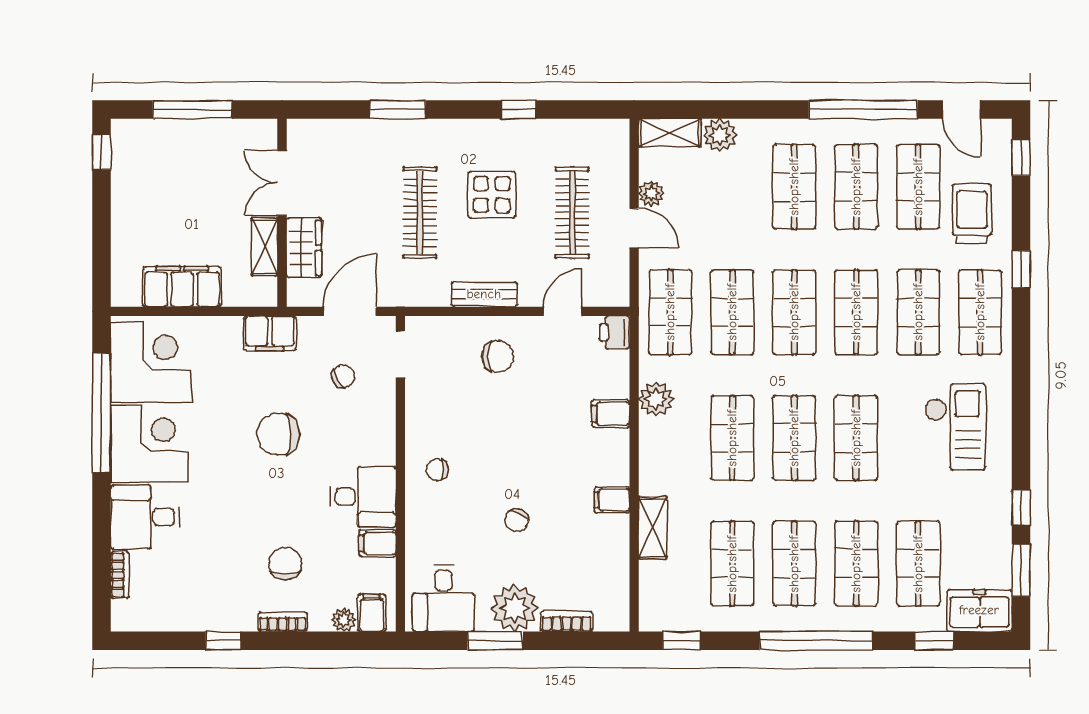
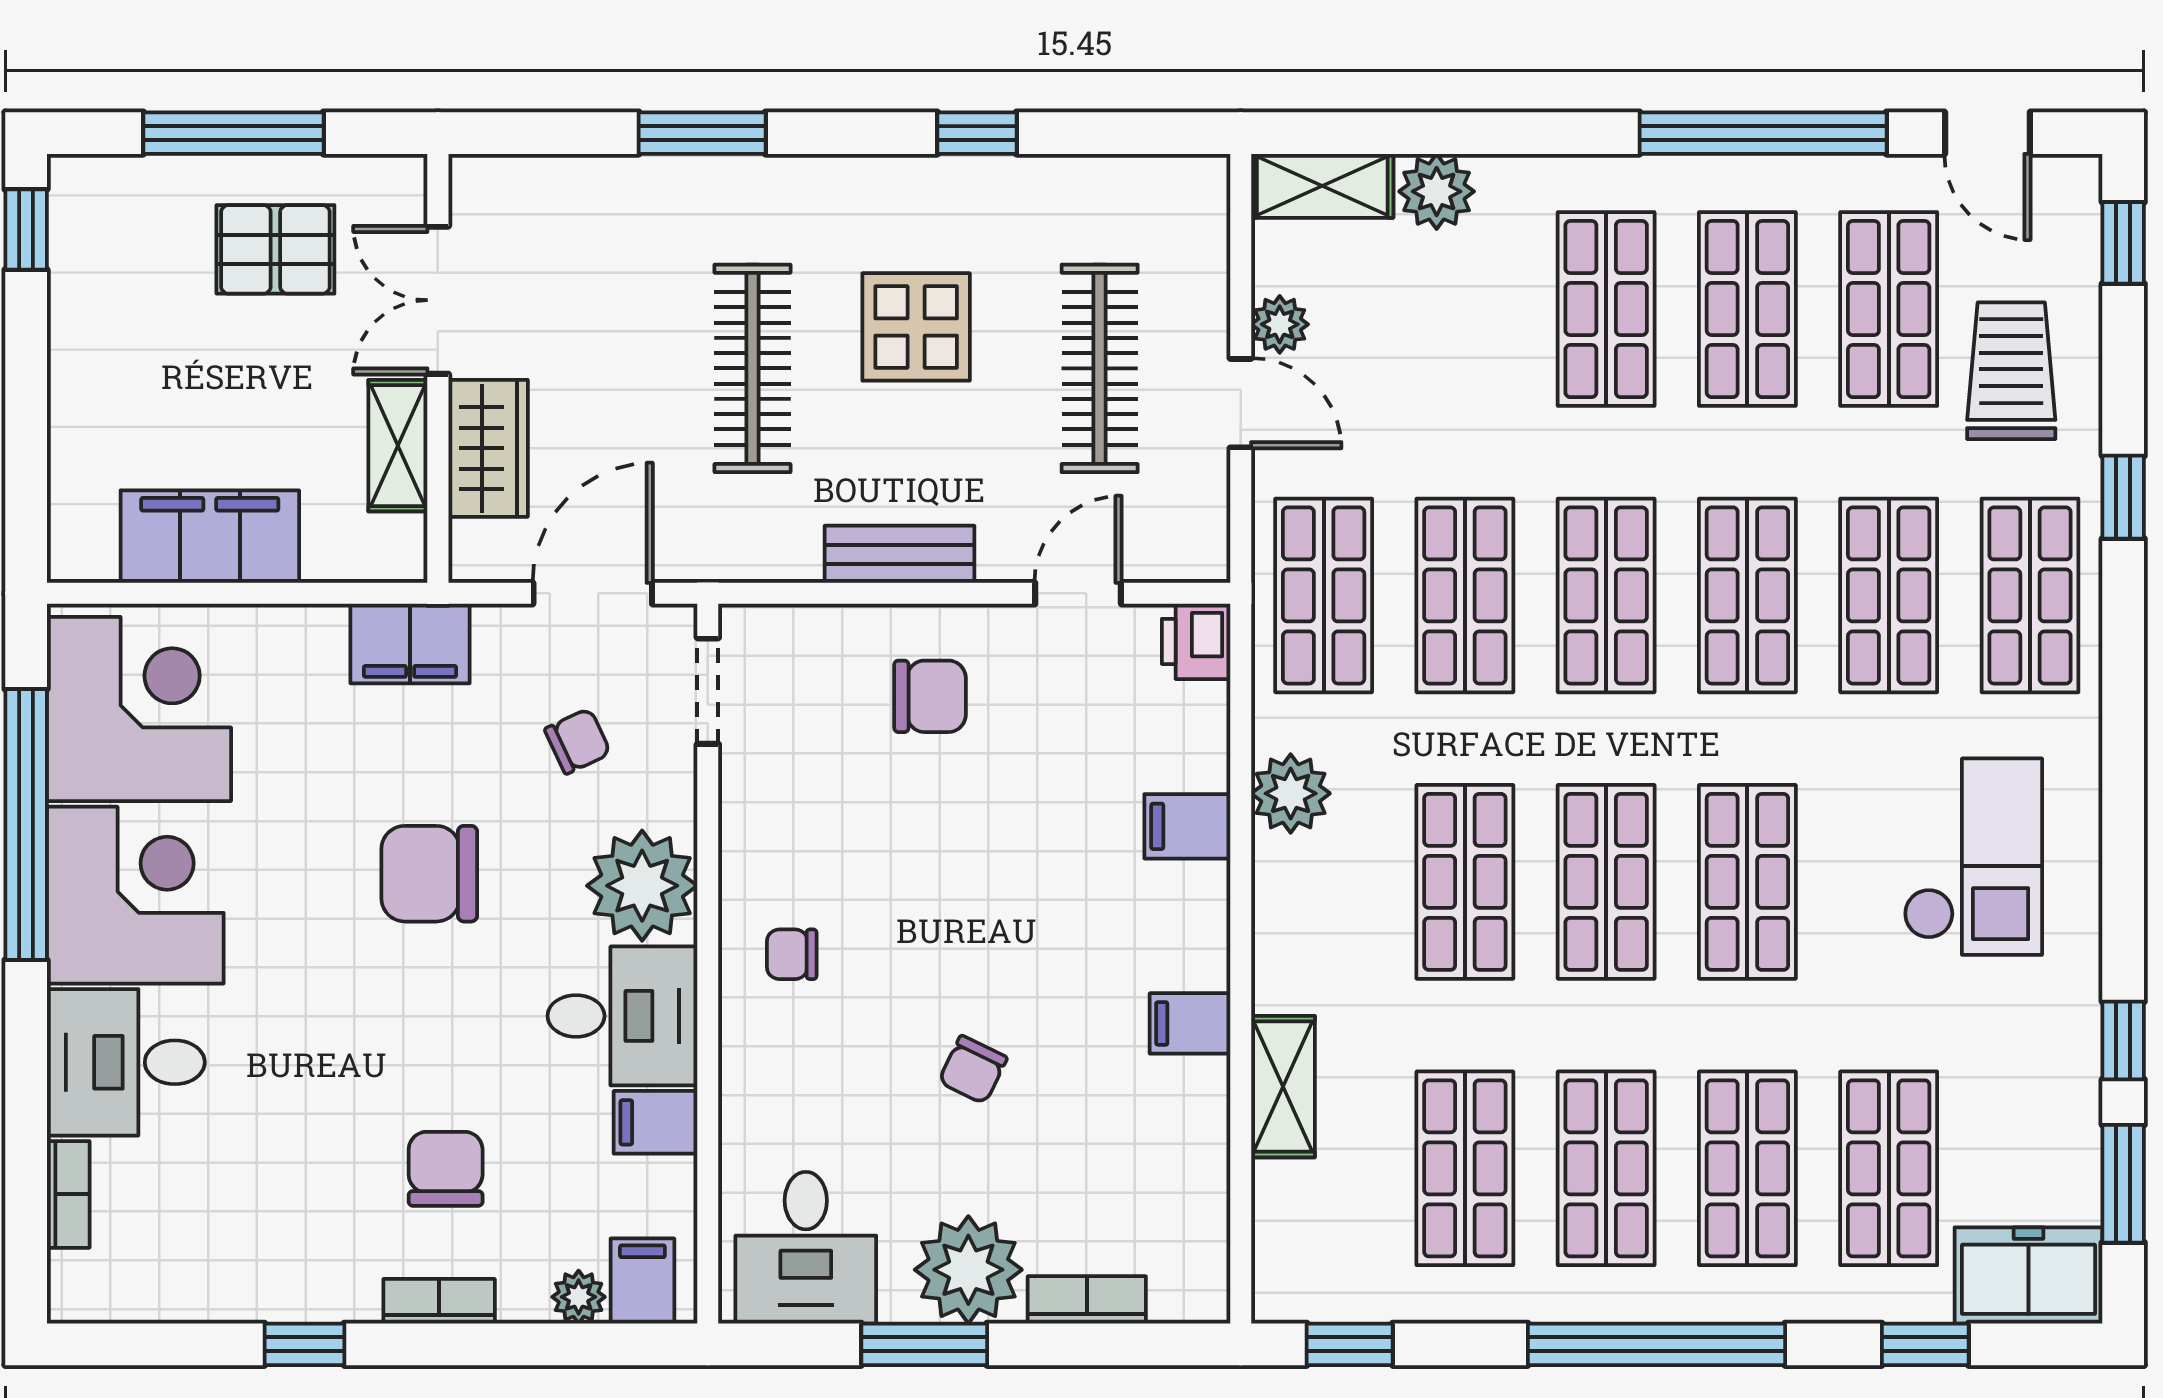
pallet: (211, 161) -> (275, 249), added
plant: (372, 440) -> (642, 886), added

